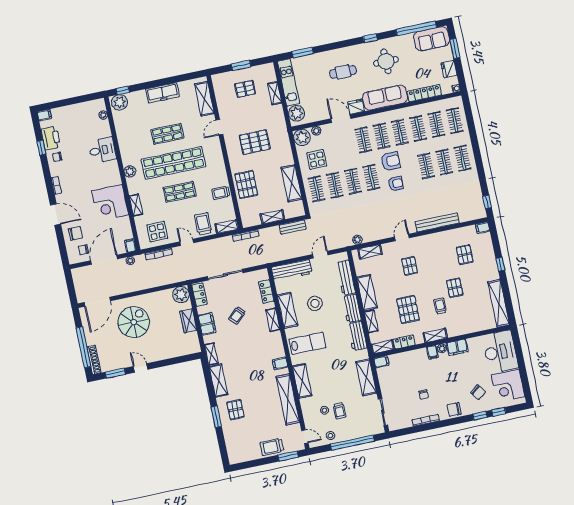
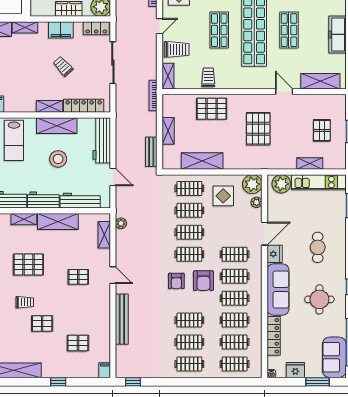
locker: (266, 291) -> (84, 106), width x1.53

